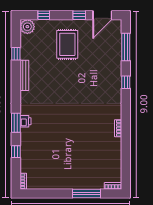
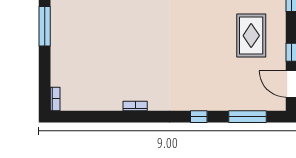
rug: (67, 44) -> (251, 36), turned 90
window: (87, 193) -> (45, 26), moved

